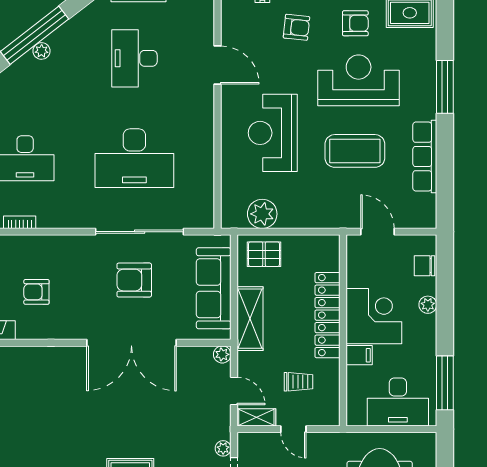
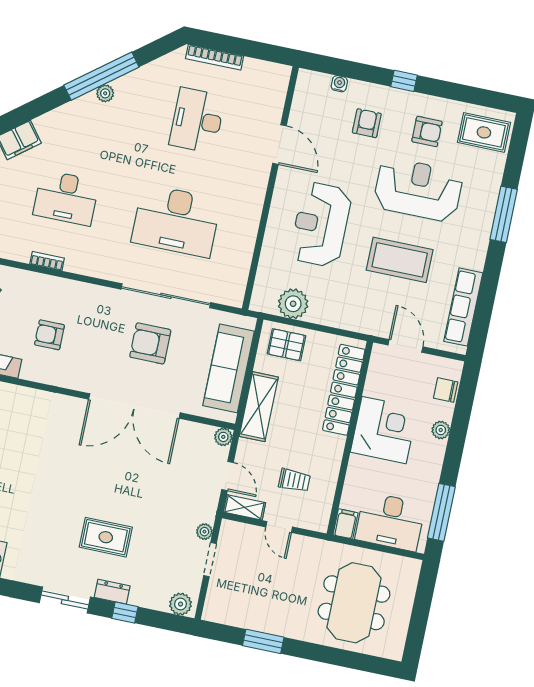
armchair: (296, 27) -> (367, 123), turned -96
row of seats: (425, 156) -> (463, 307), moved
locker: (328, 315) -> (344, 390), moved
filing cabinet: (359, 355) -> (346, 524), moved, turned -90

